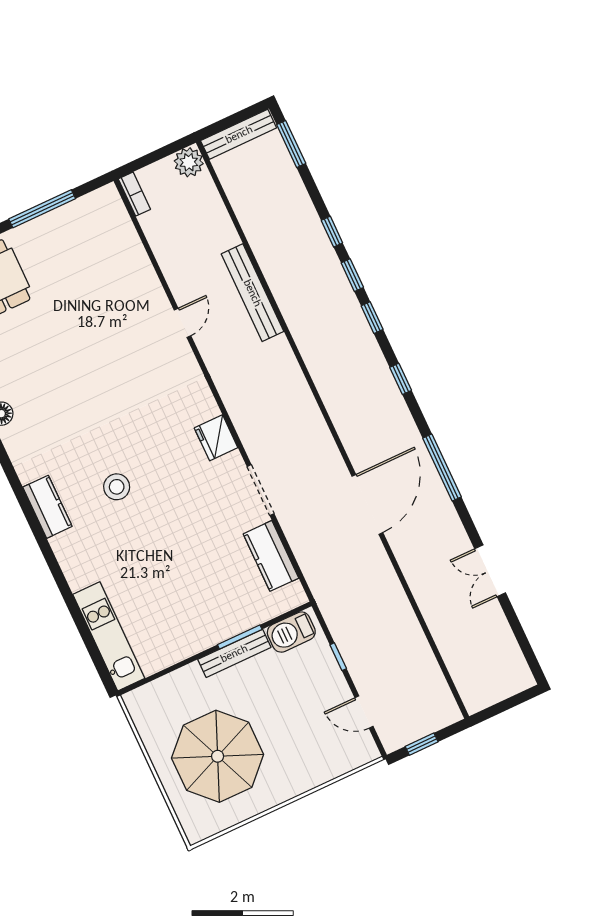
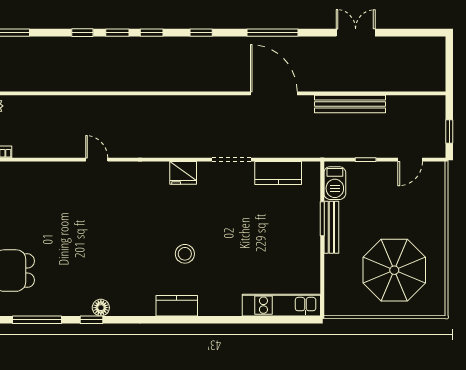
bench: (253, 293) -> (350, 104), moved
double door: (490, 571) -> (356, 33), swing flipped

